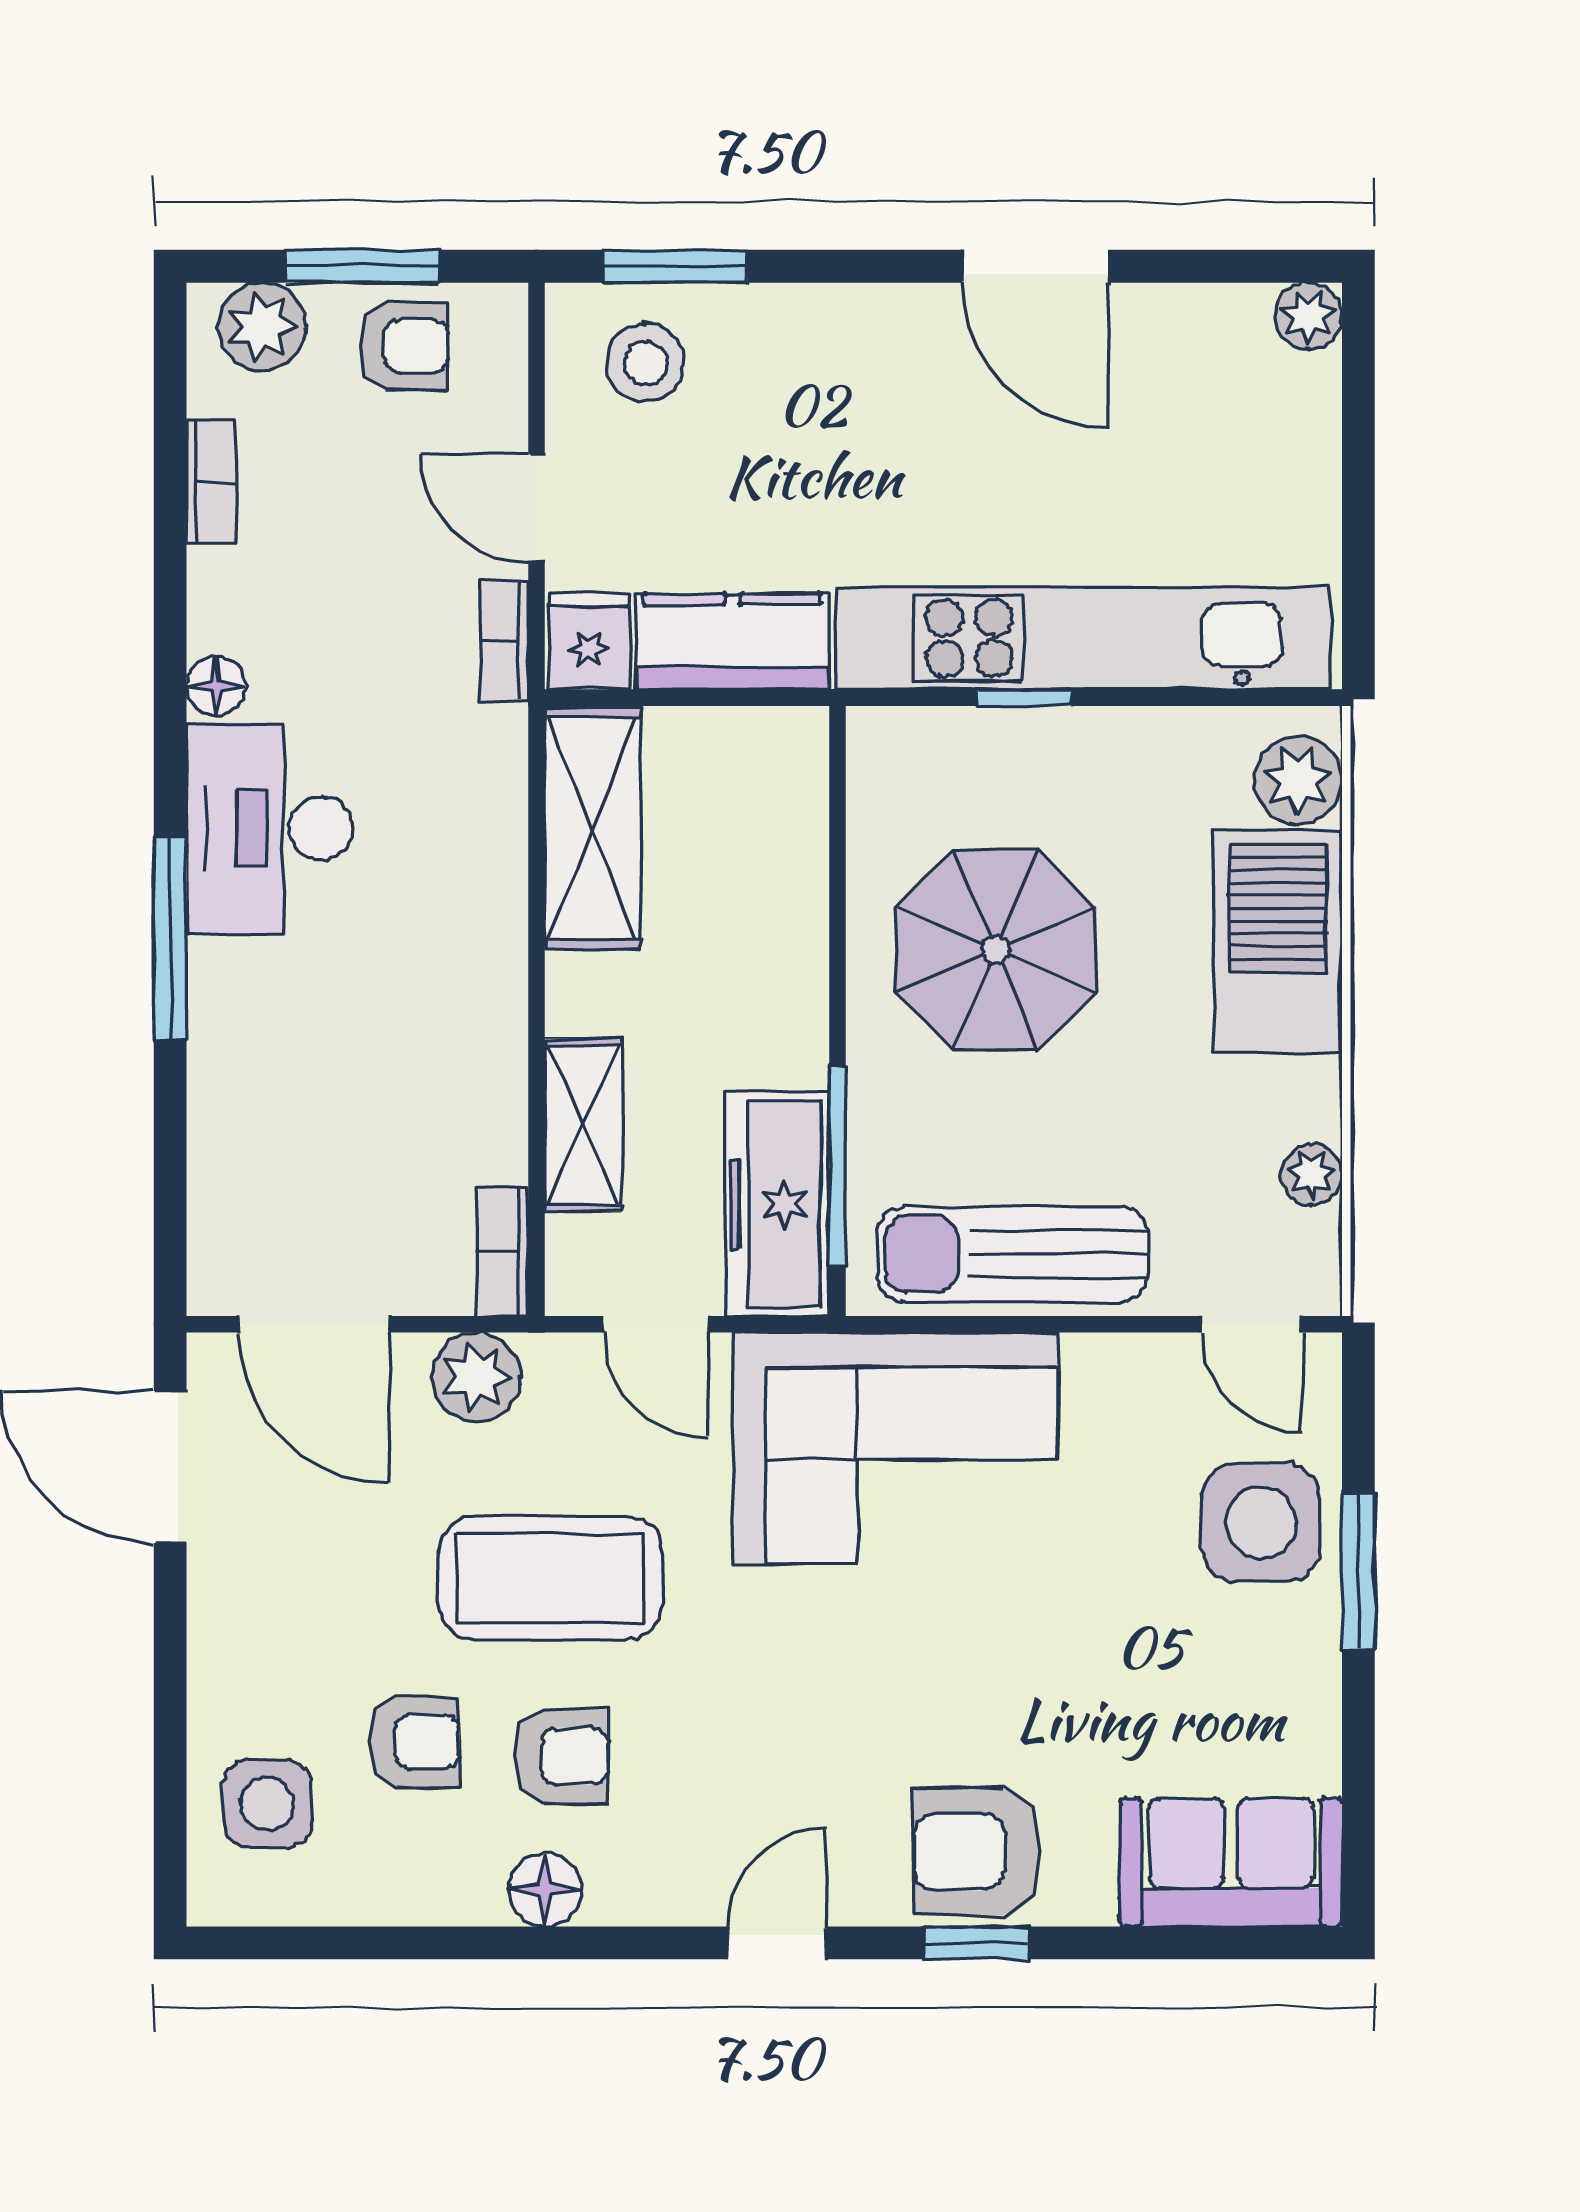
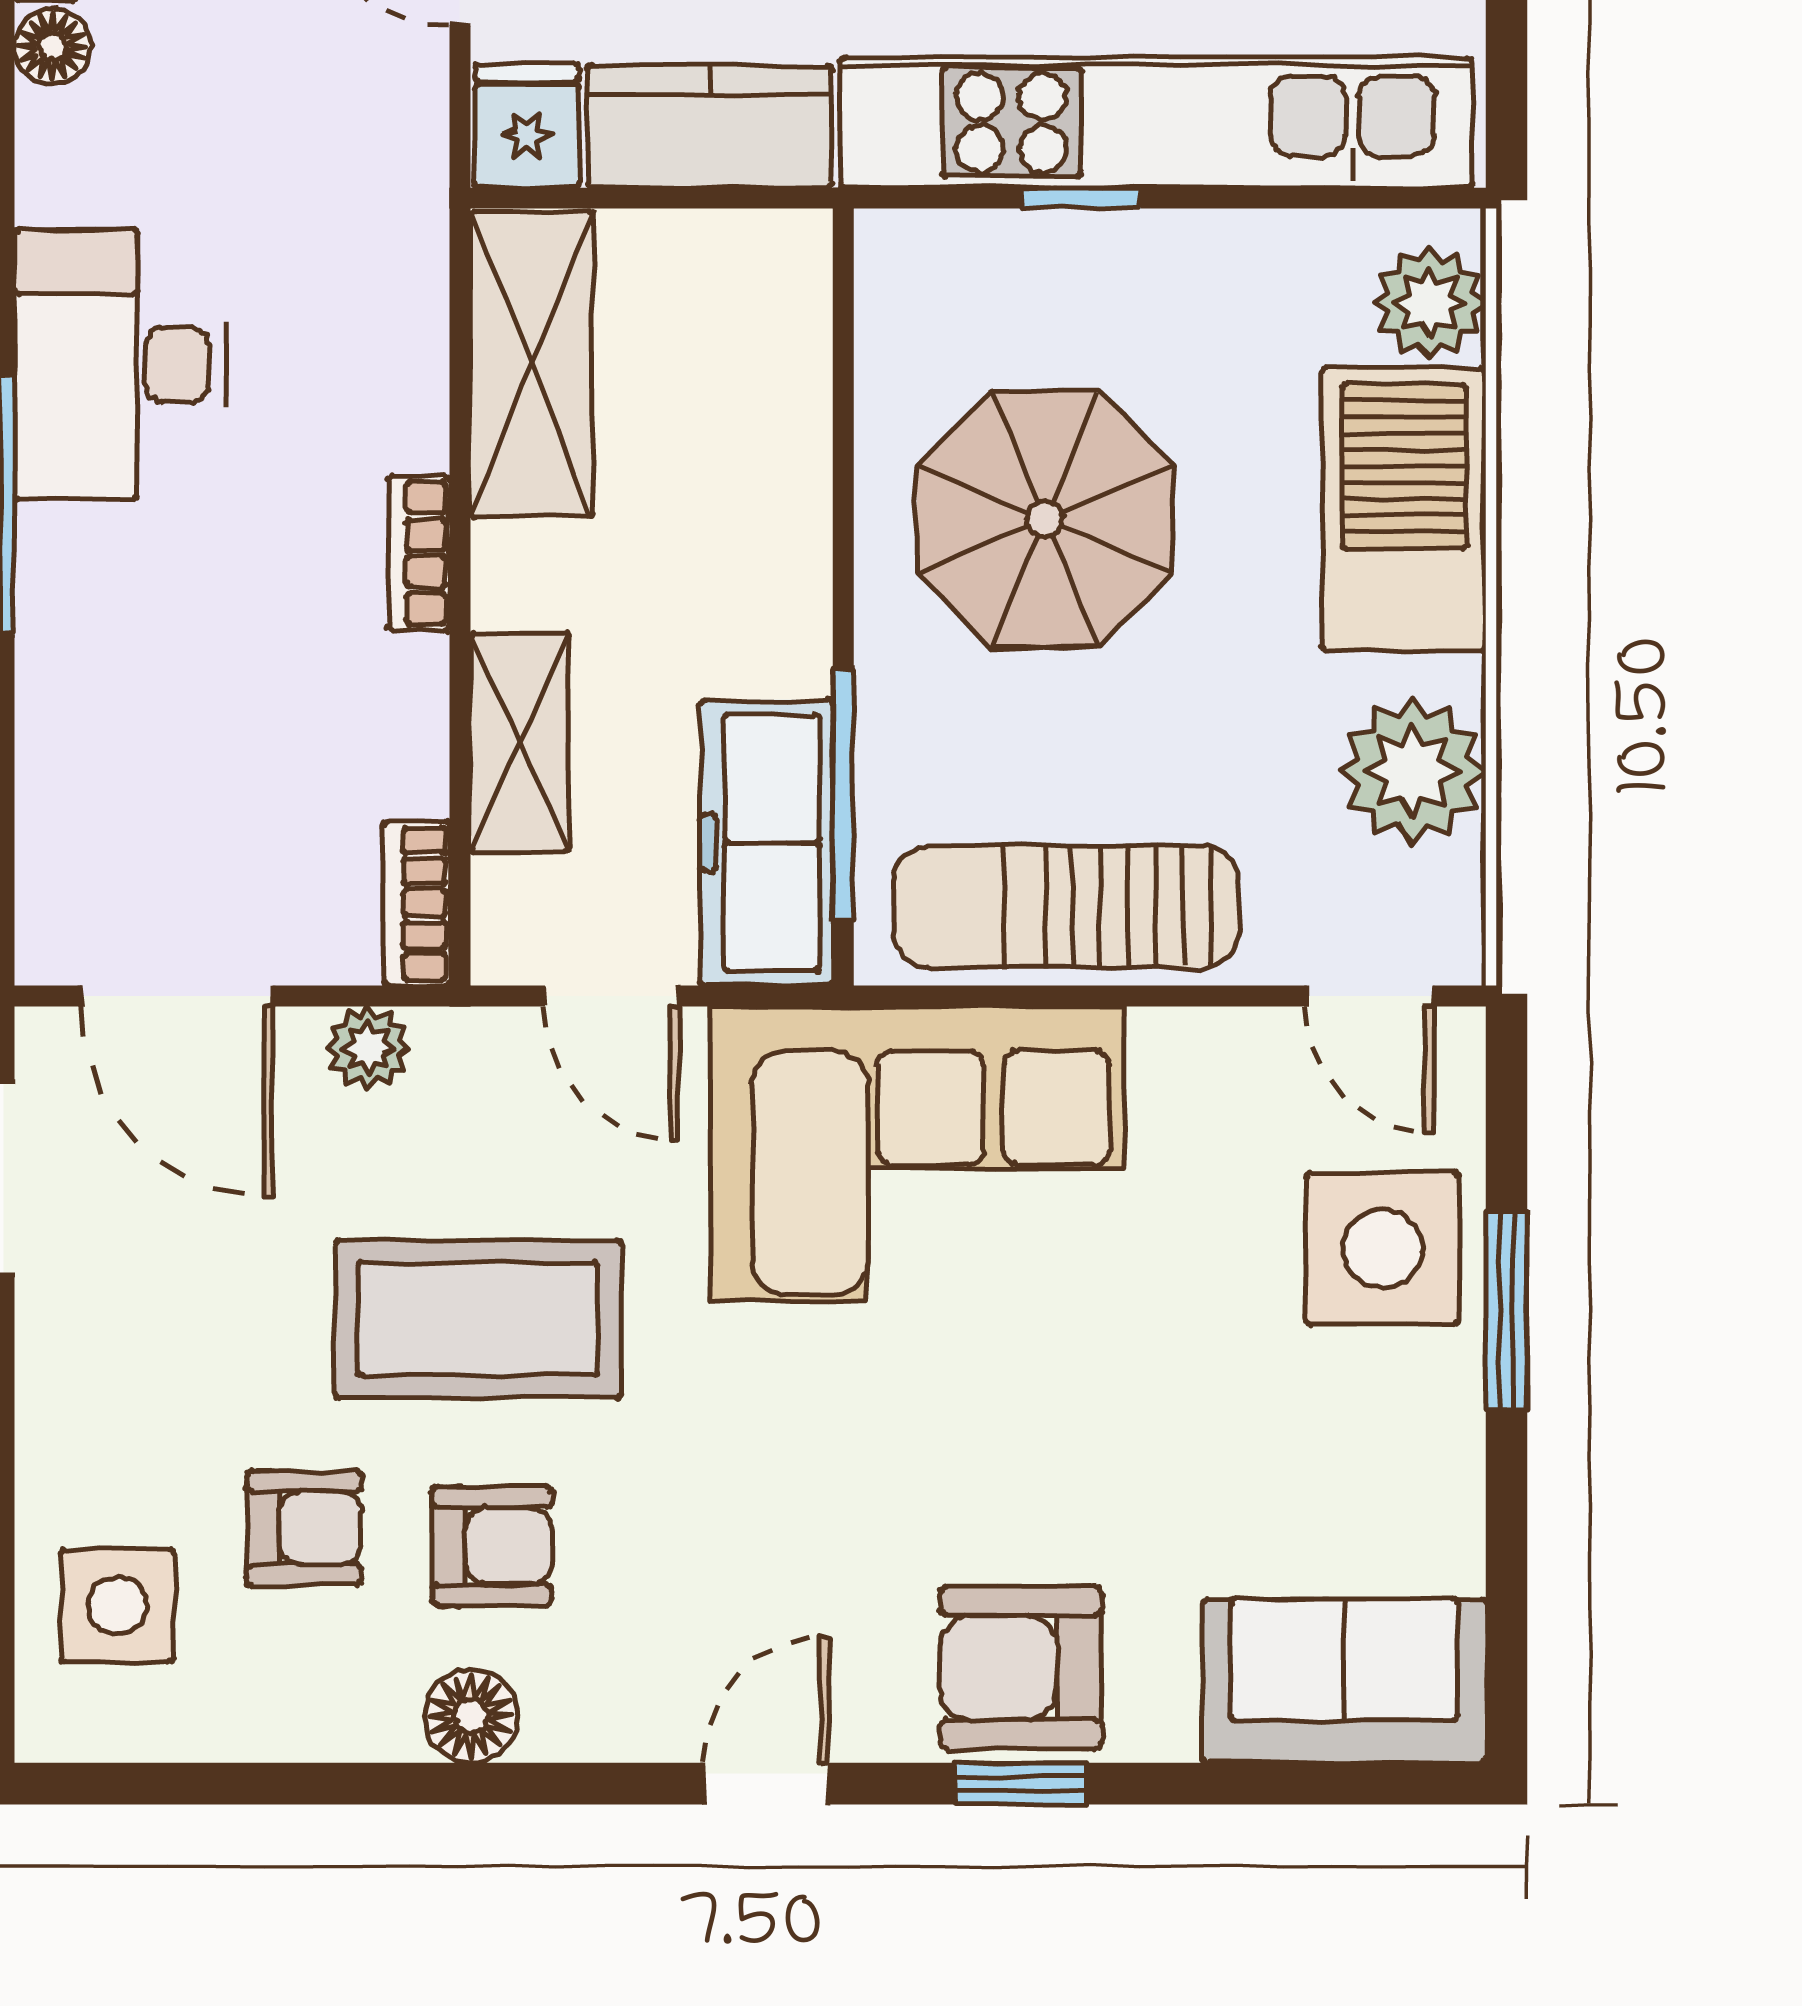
bookcase: (504, 641) -> (419, 553), moved
floor lamp: (216, 686) -> (52, 47), moved
plant: (1312, 1175) -> (1413, 771), width x1.87, depth x1.87
plant: (476, 1377) -> (368, 1048), width x0.73, depth x0.73

